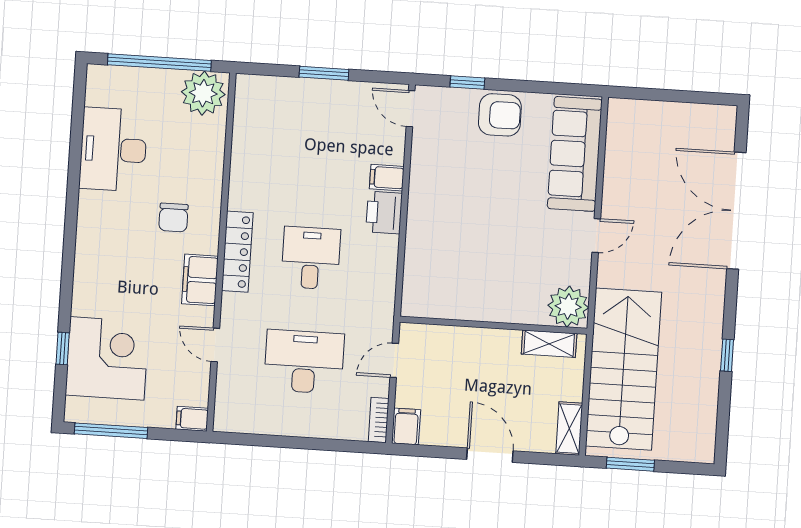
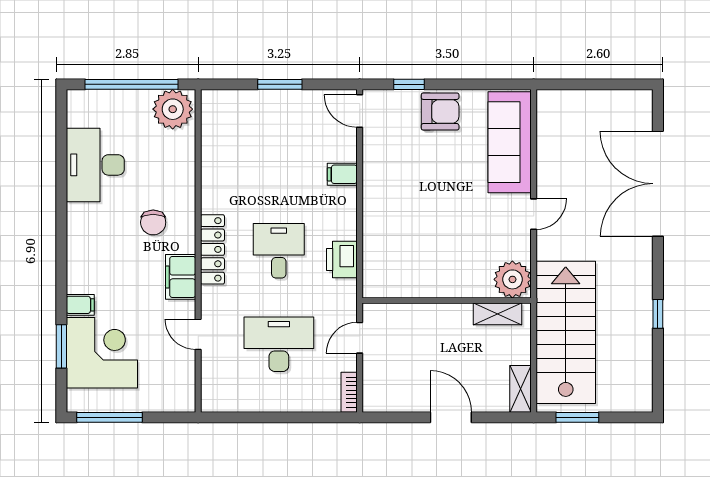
printer: (384, 213) -> (342, 259), moved
window: (63, 349) -> (61, 346), width x1.50
filing cabinet: (192, 419) -> (80, 305), moved, turned 180
filing cabinet: (406, 426) -> (374, 396), removed

